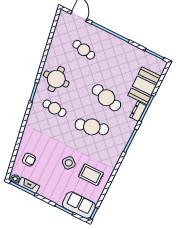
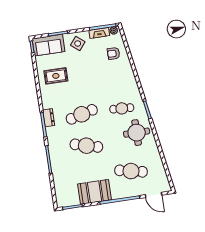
cafe table: (84, 50) -> (131, 171), width x1.37, depth x1.35
booth: (144, 86) -> (95, 192), moved, turned 90
dresser: (138, 111) -> (49, 118), moved
side table: (69, 163) -> (78, 43), moved

